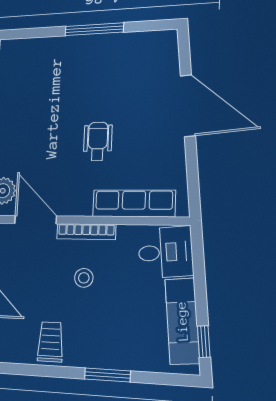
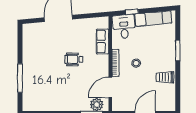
window: (94, 29) -> (20, 78), moved
row of seats: (134, 203) -> (102, 41), width x0.68
window: (204, 342) -> (132, 12), moved

